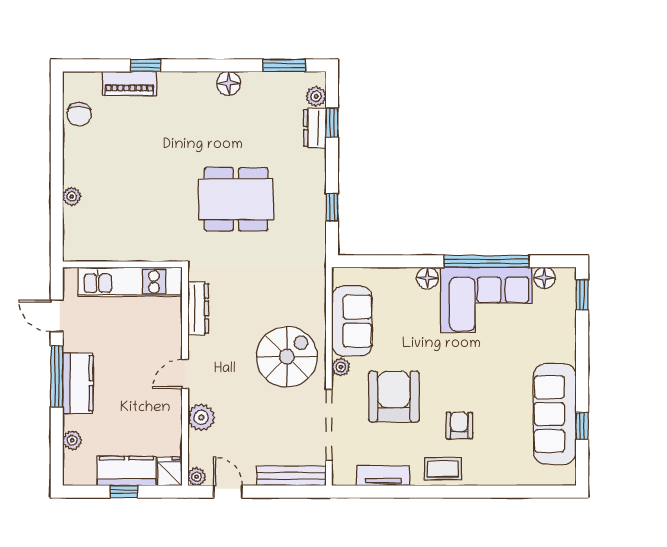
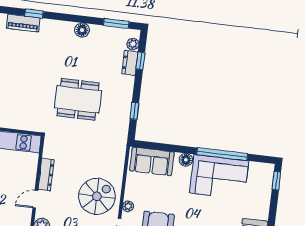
floor lamp: (545, 278) -> (255, 168), removed
dresser: (198, 309) -> (46, 174), moved
sofa: (352, 321) -> (152, 161), moved, turned 90

